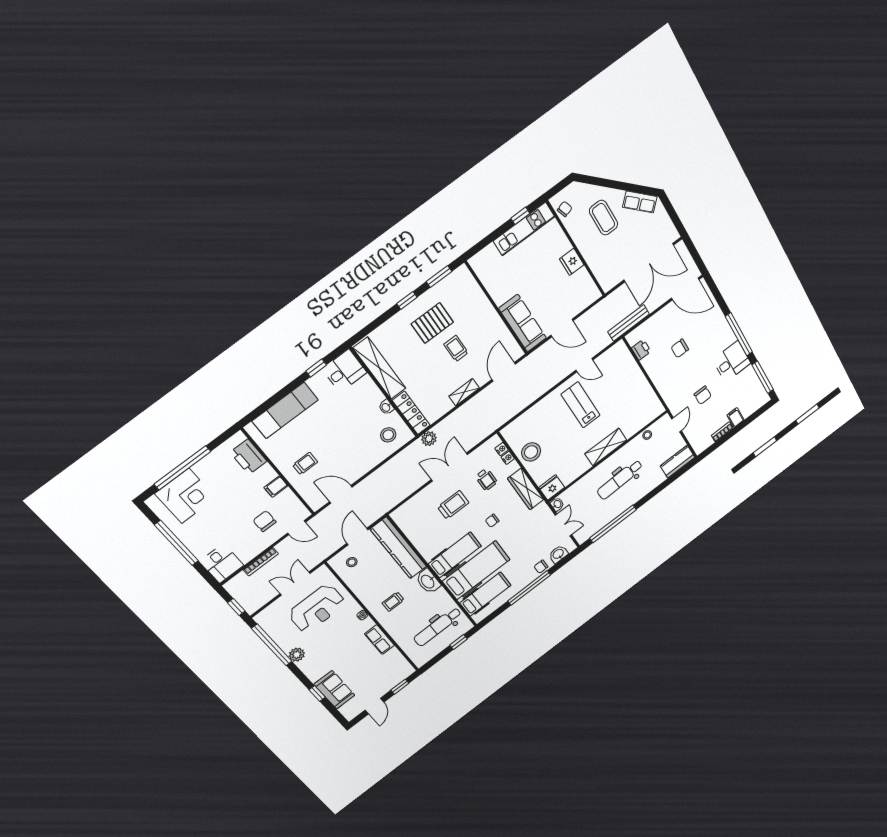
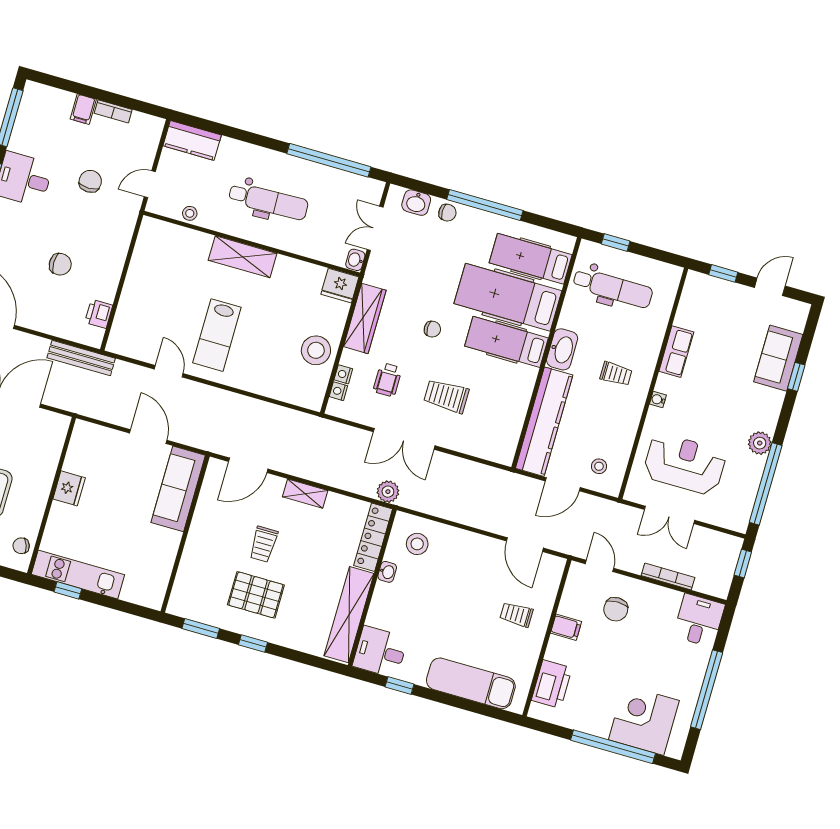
wheelchair: (486, 479) -> (387, 380), turned 180

